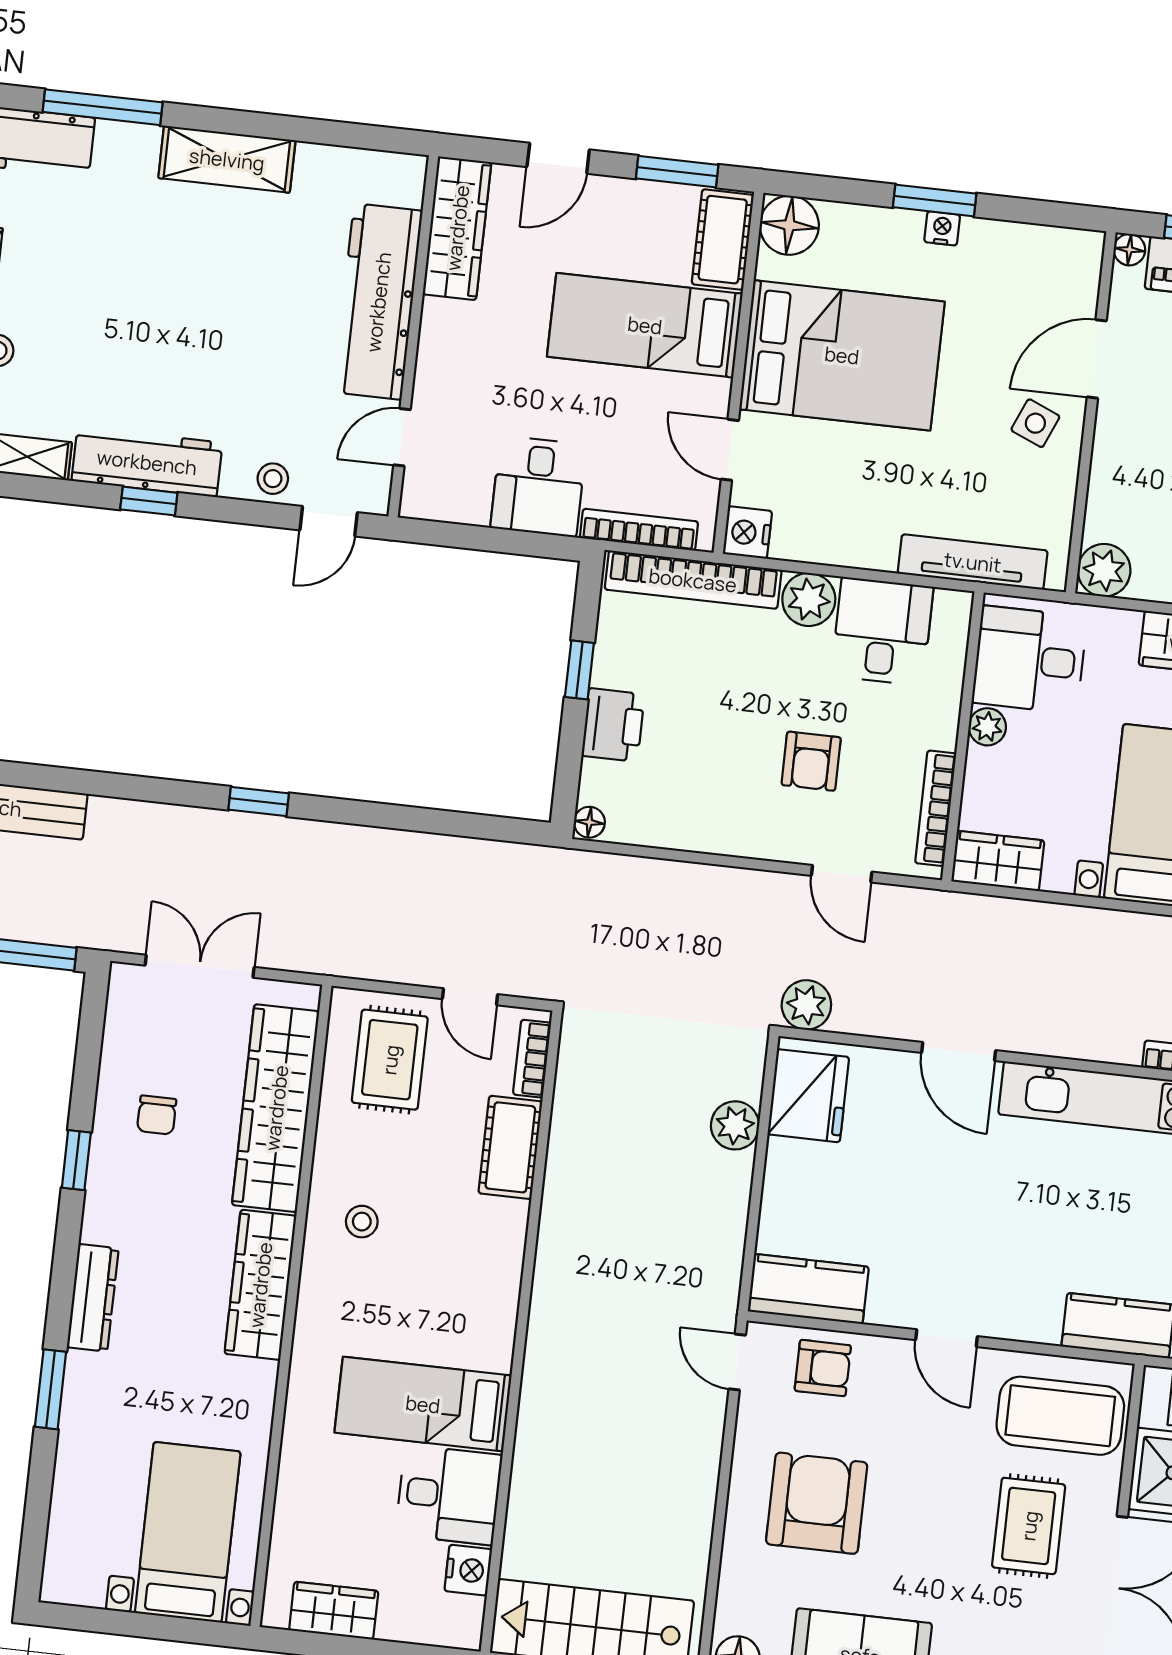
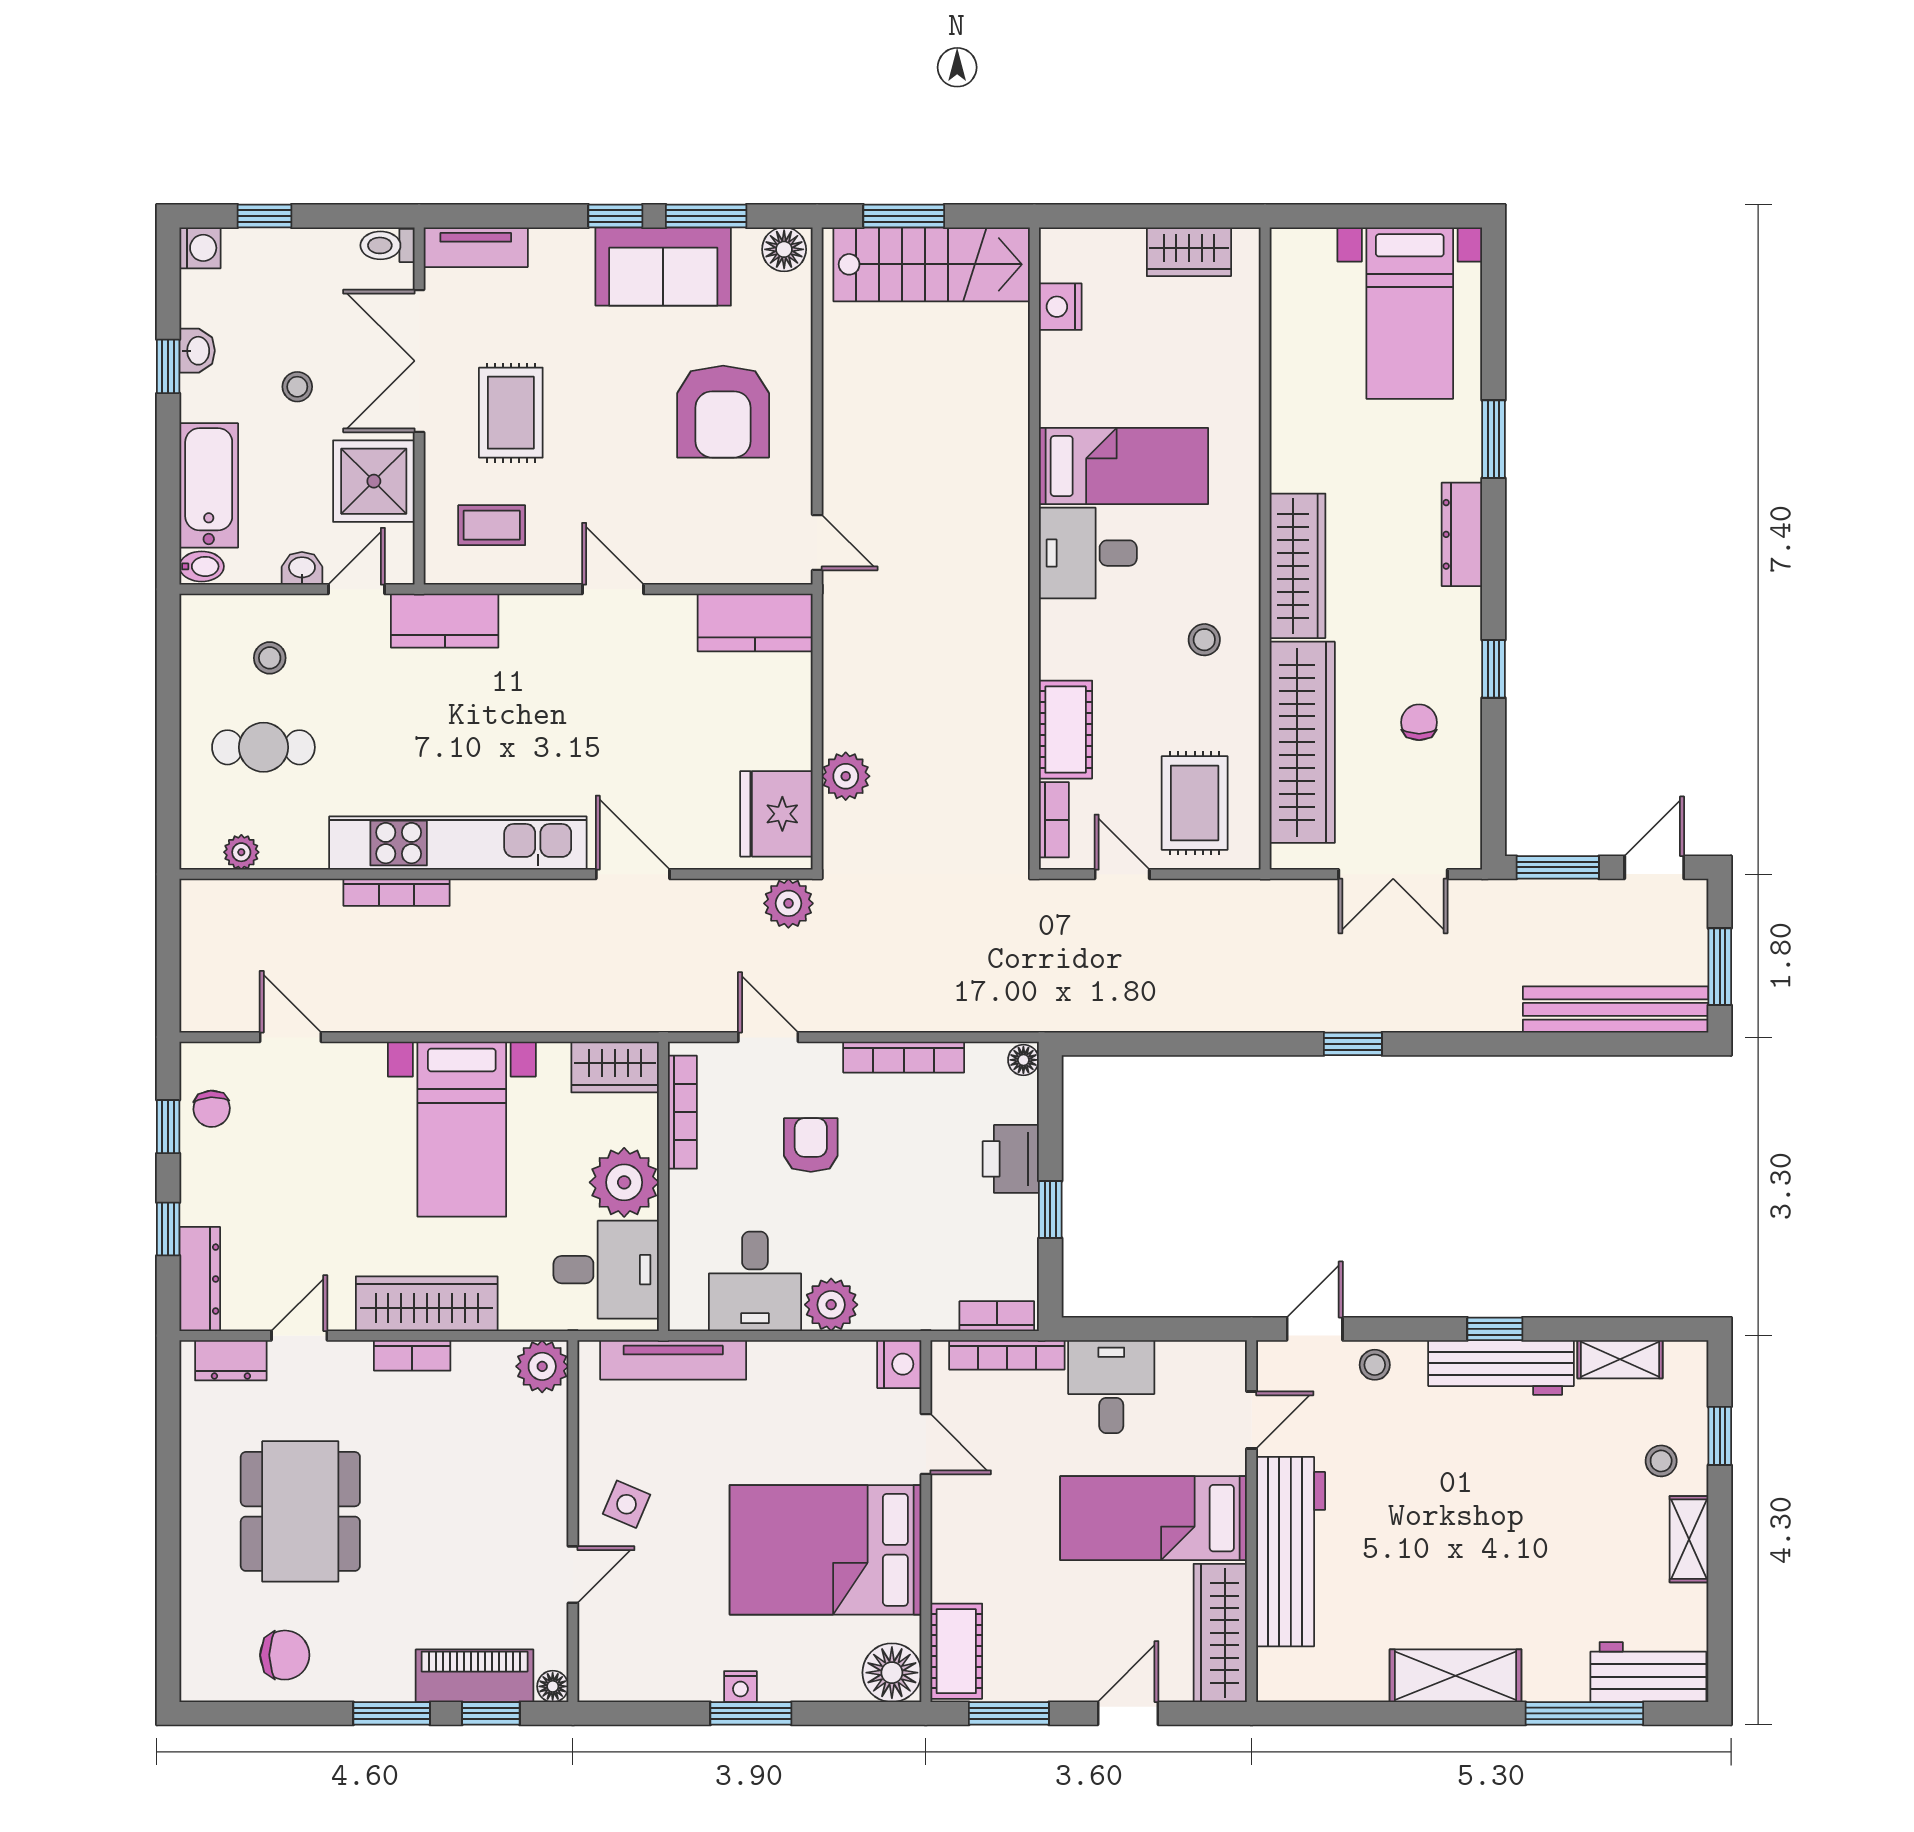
bed: (645, 325) -> (1154, 1518), moved, turned 180
door: (1097, 359) -> (573, 1575), width x0.73
bookcase: (693, 580) -> (997, 1316), width x0.43, depth x0.76
plant: (987, 727) -> (624, 1182), width x1.87, depth x1.87
bookcase: (709, 839) -> (904, 1057), added
armchair: (823, 1368) -> (732, 546), removed
coffee table: (1060, 1416) -> (492, 525), width x0.54, depth x0.58
desk: (449, 1495) -> (1088, 553), moved
bed with nightstands: (188, 1532) -> (1410, 313), moved

